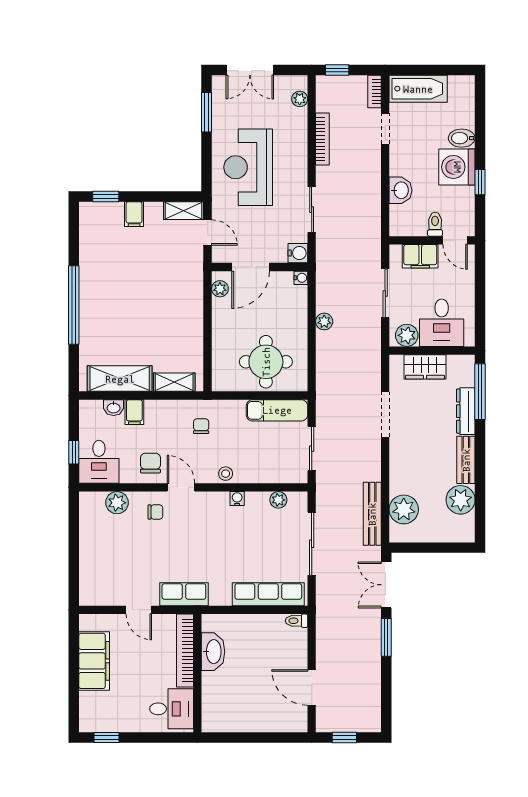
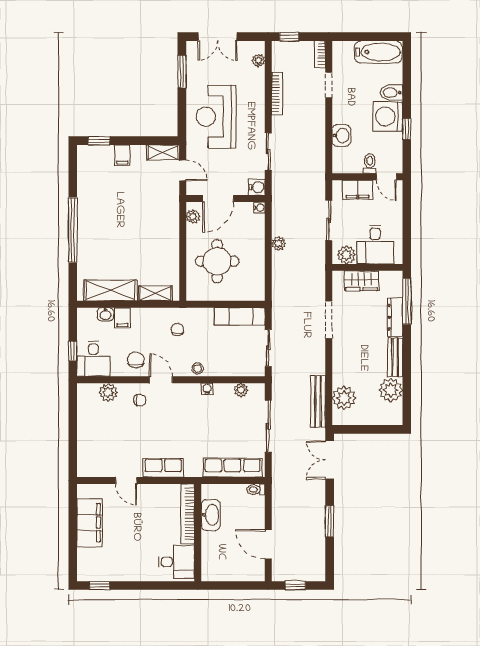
bathtub: (418, 89) -> (378, 52), moved
round table: (266, 362) -> (217, 261), moved
window: (386, 637) -> (330, 521), moved
bookcase: (185, 650) -> (188, 514), moved
washbasin: (213, 652) -> (211, 515), moved
wall: (197, 673) -> (198, 533), moved
desk: (172, 709) -> (177, 562), moved

